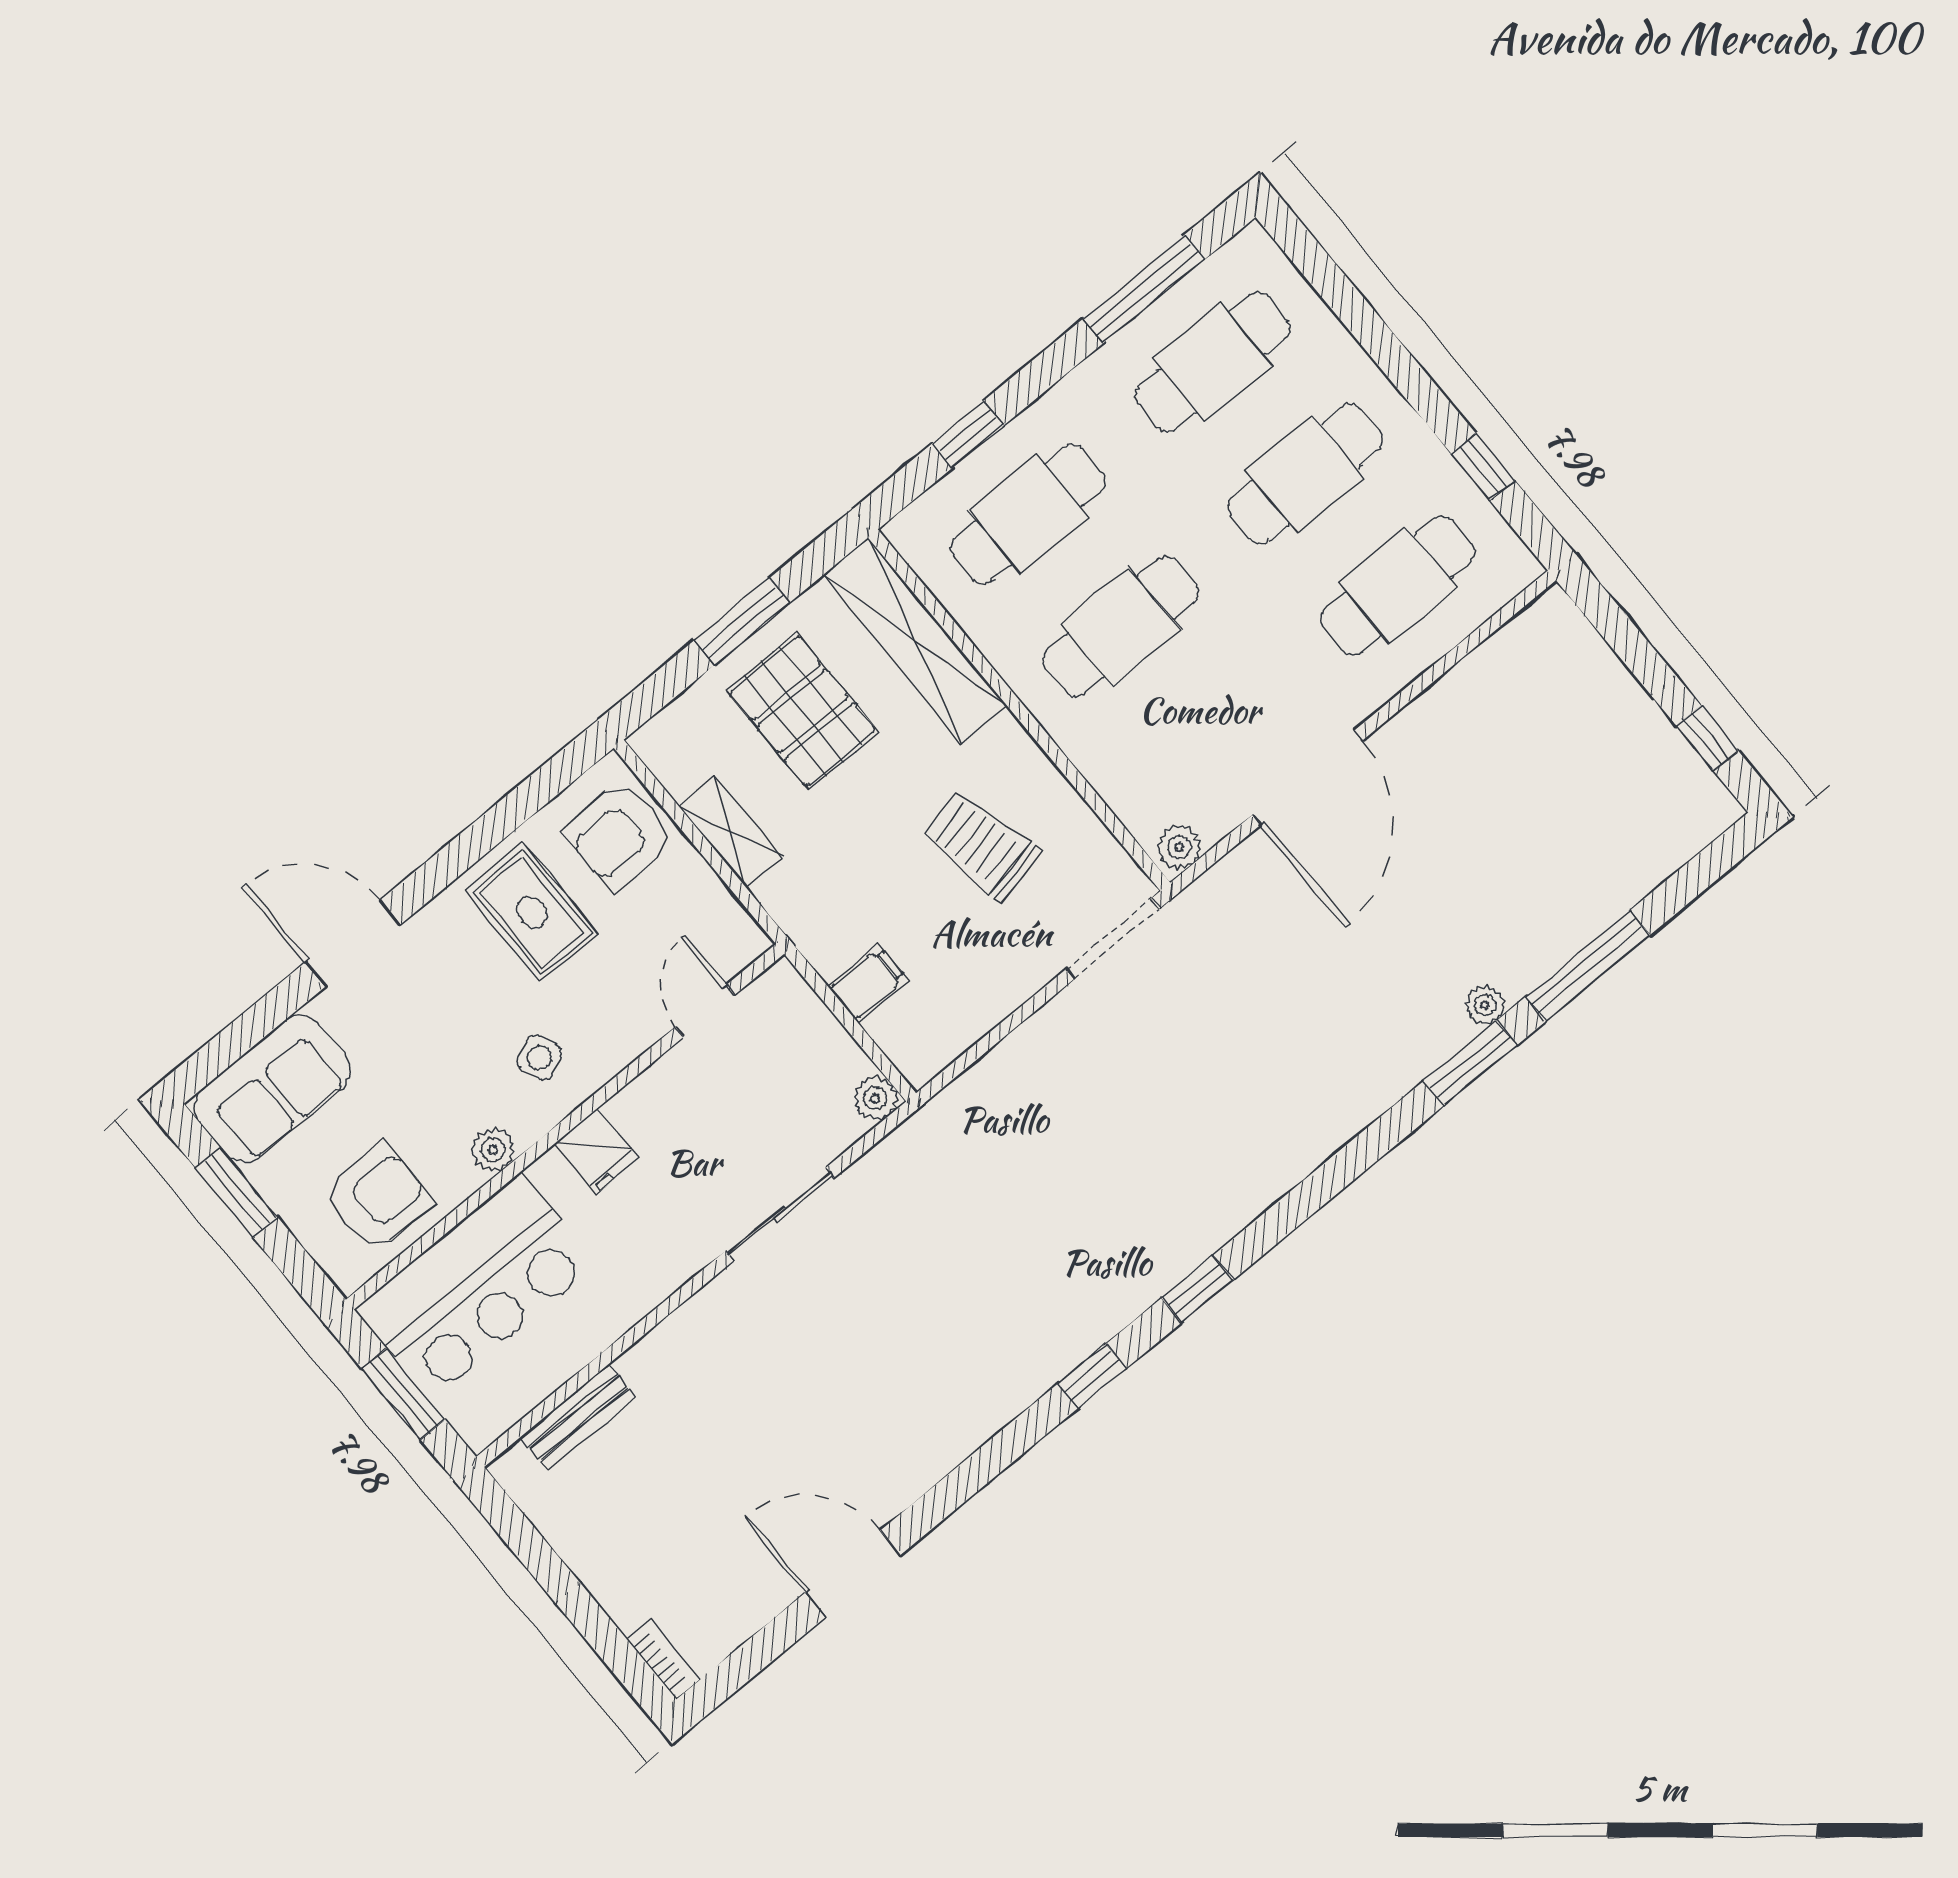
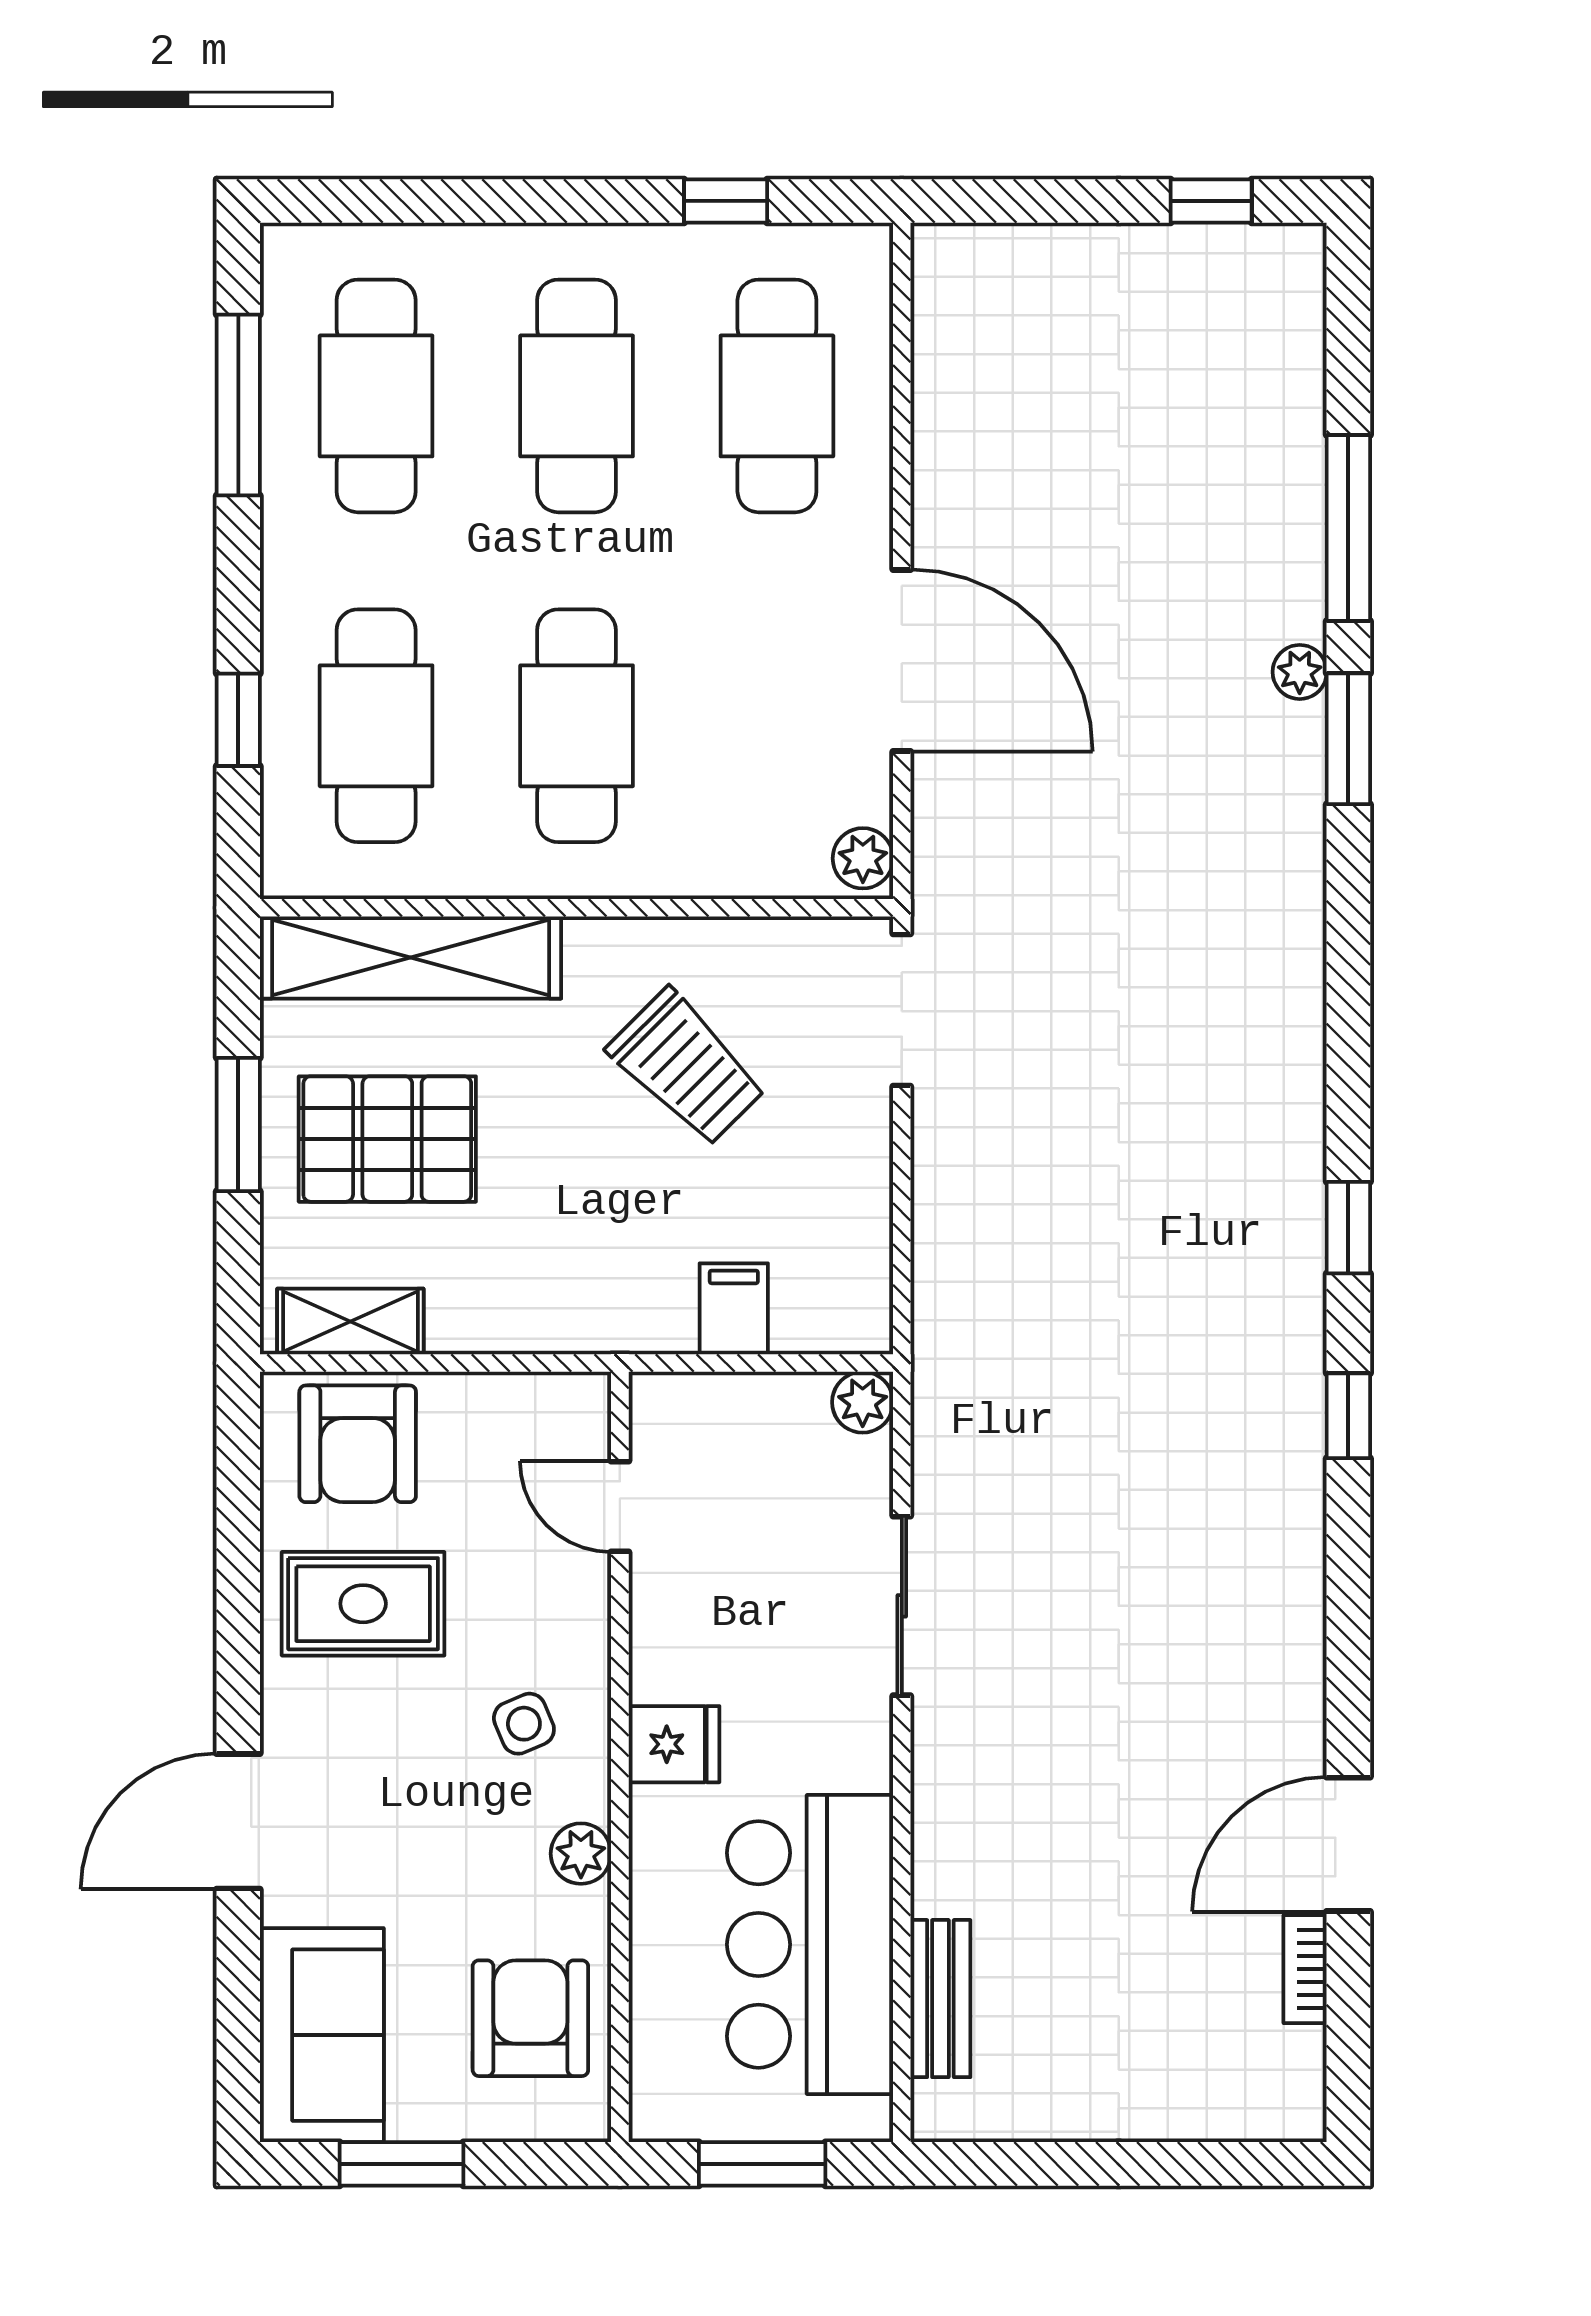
shelving: (730, 831) -> (350, 1321), moved
trolley: (981, 846) -> (687, 1067), turned -122
bar counter: (476, 1287) -> (810, 1944), moved, turned 180
bookcase: (664, 1659) -> (1305, 1969), moved, turned -90

